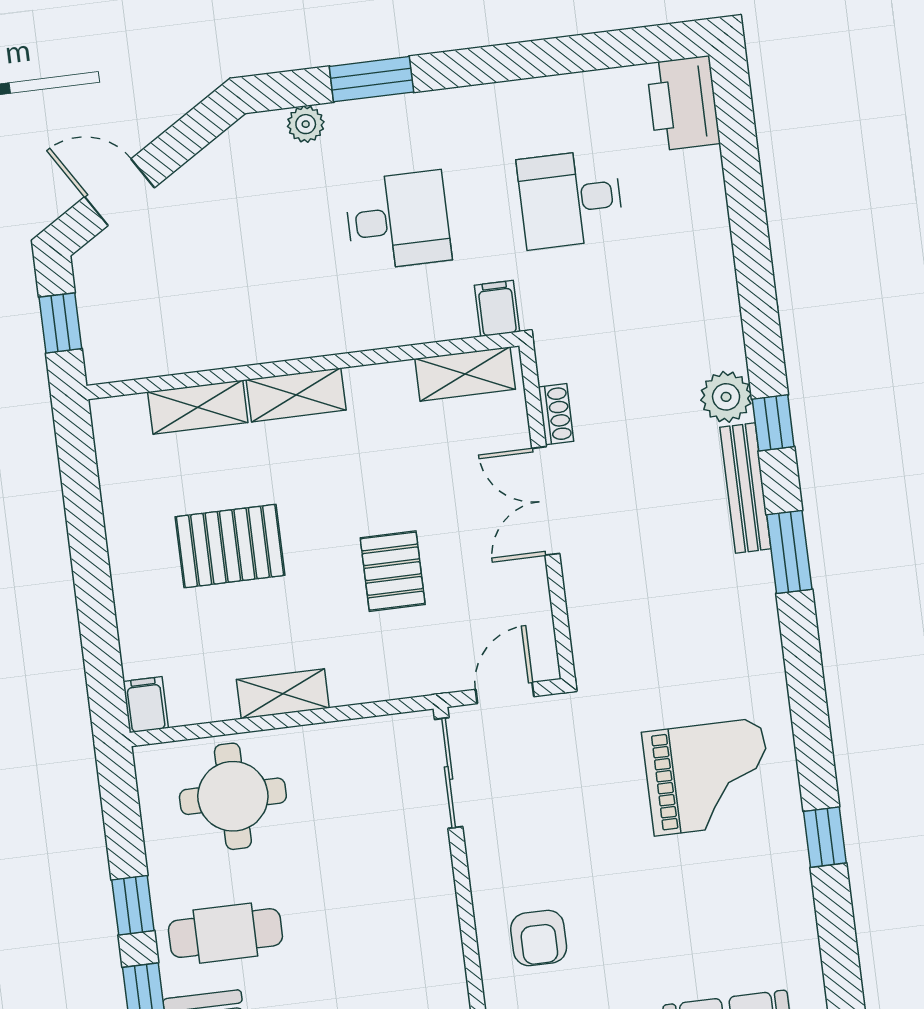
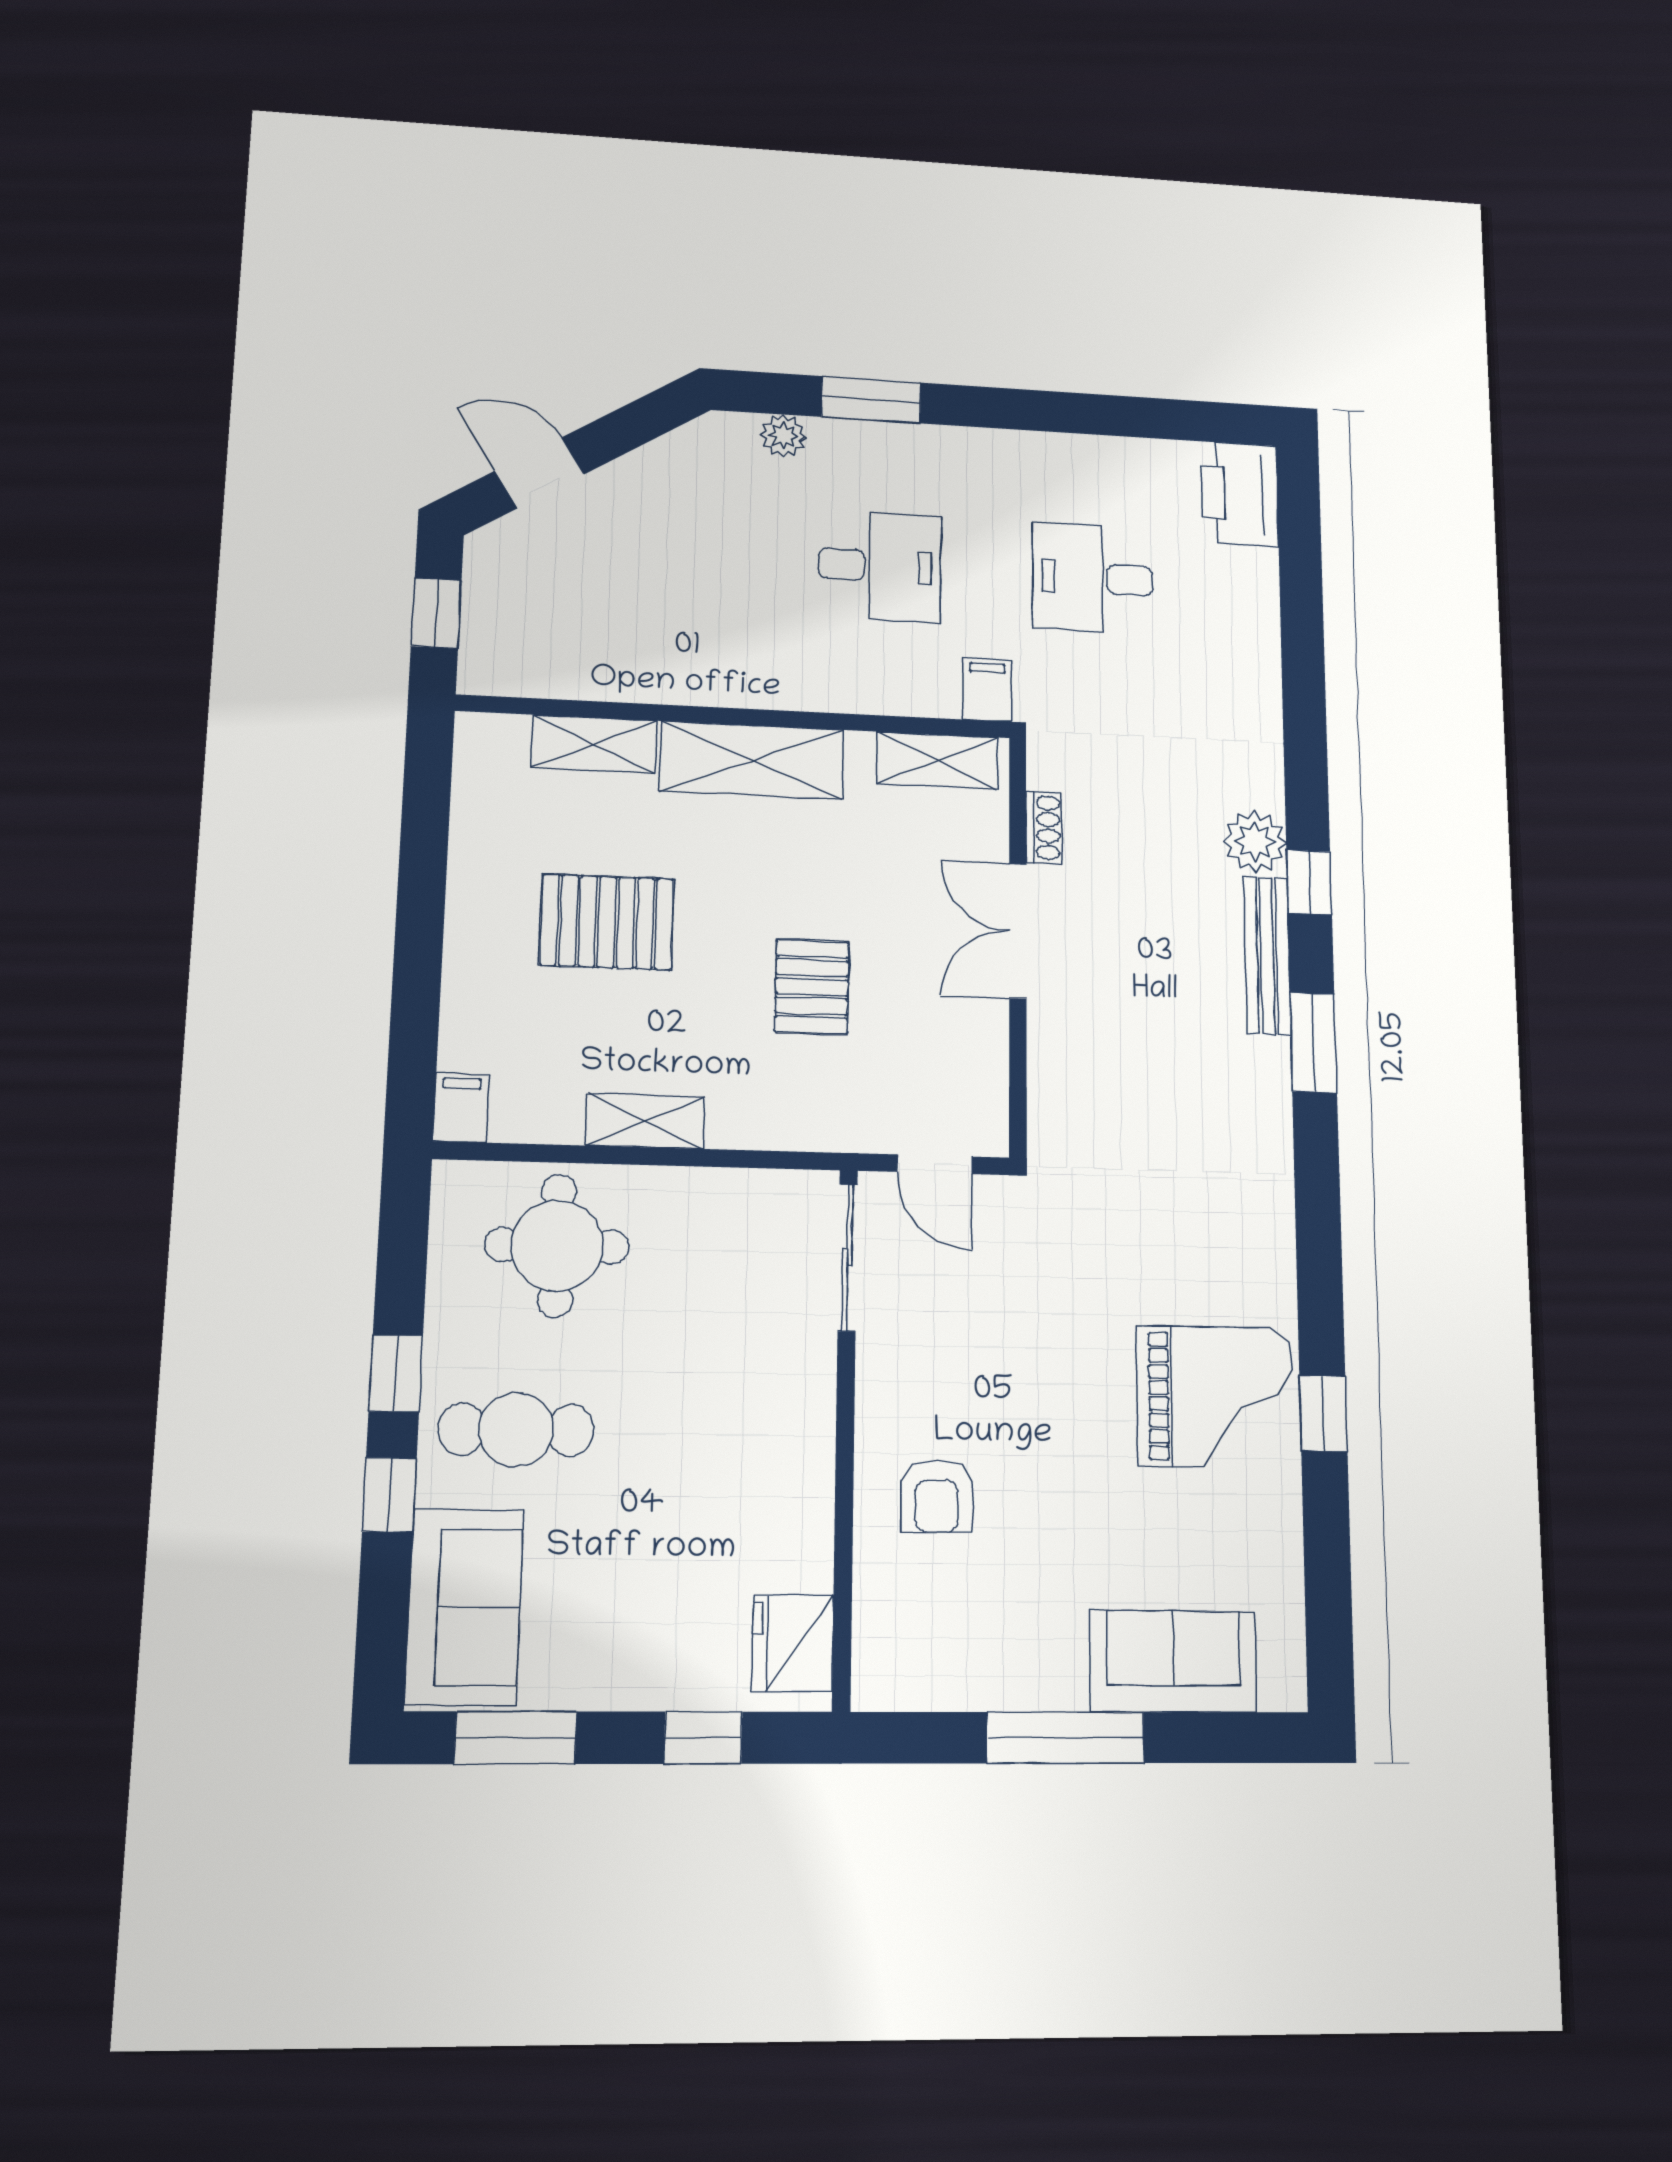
shelving: (296, 395) -> (752, 760), width x1.50, depth x1.33
door: (505, 693) -> (935, 1164), swing flipped
grand piano: (708, 777) -> (1215, 1397), moved

